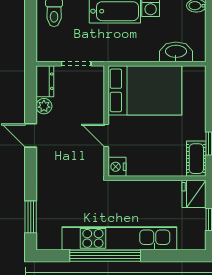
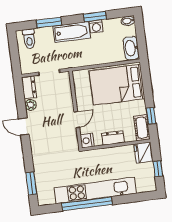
washbasin: (176, 52) -> (131, 48), moved, turned -90
bed: (145, 90) -> (117, 85), moved, turned 180
door: (106, 135) -> (77, 120), swing flipped
dresser: (154, 168) -> (113, 138), added

